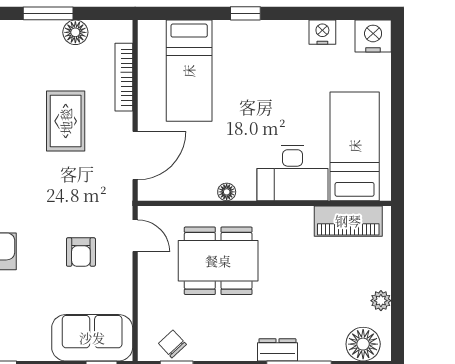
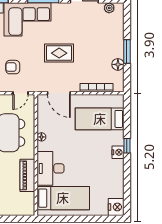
nightstand: (322, 32) -> (118, 152), moved
rug: (66, 121) -> (59, 53), moved
piano: (348, 221) -> (27, 175), moved

